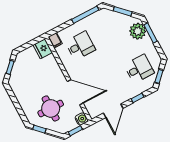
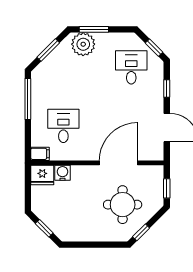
water cooler: (81, 119) -> (62, 173), moved

